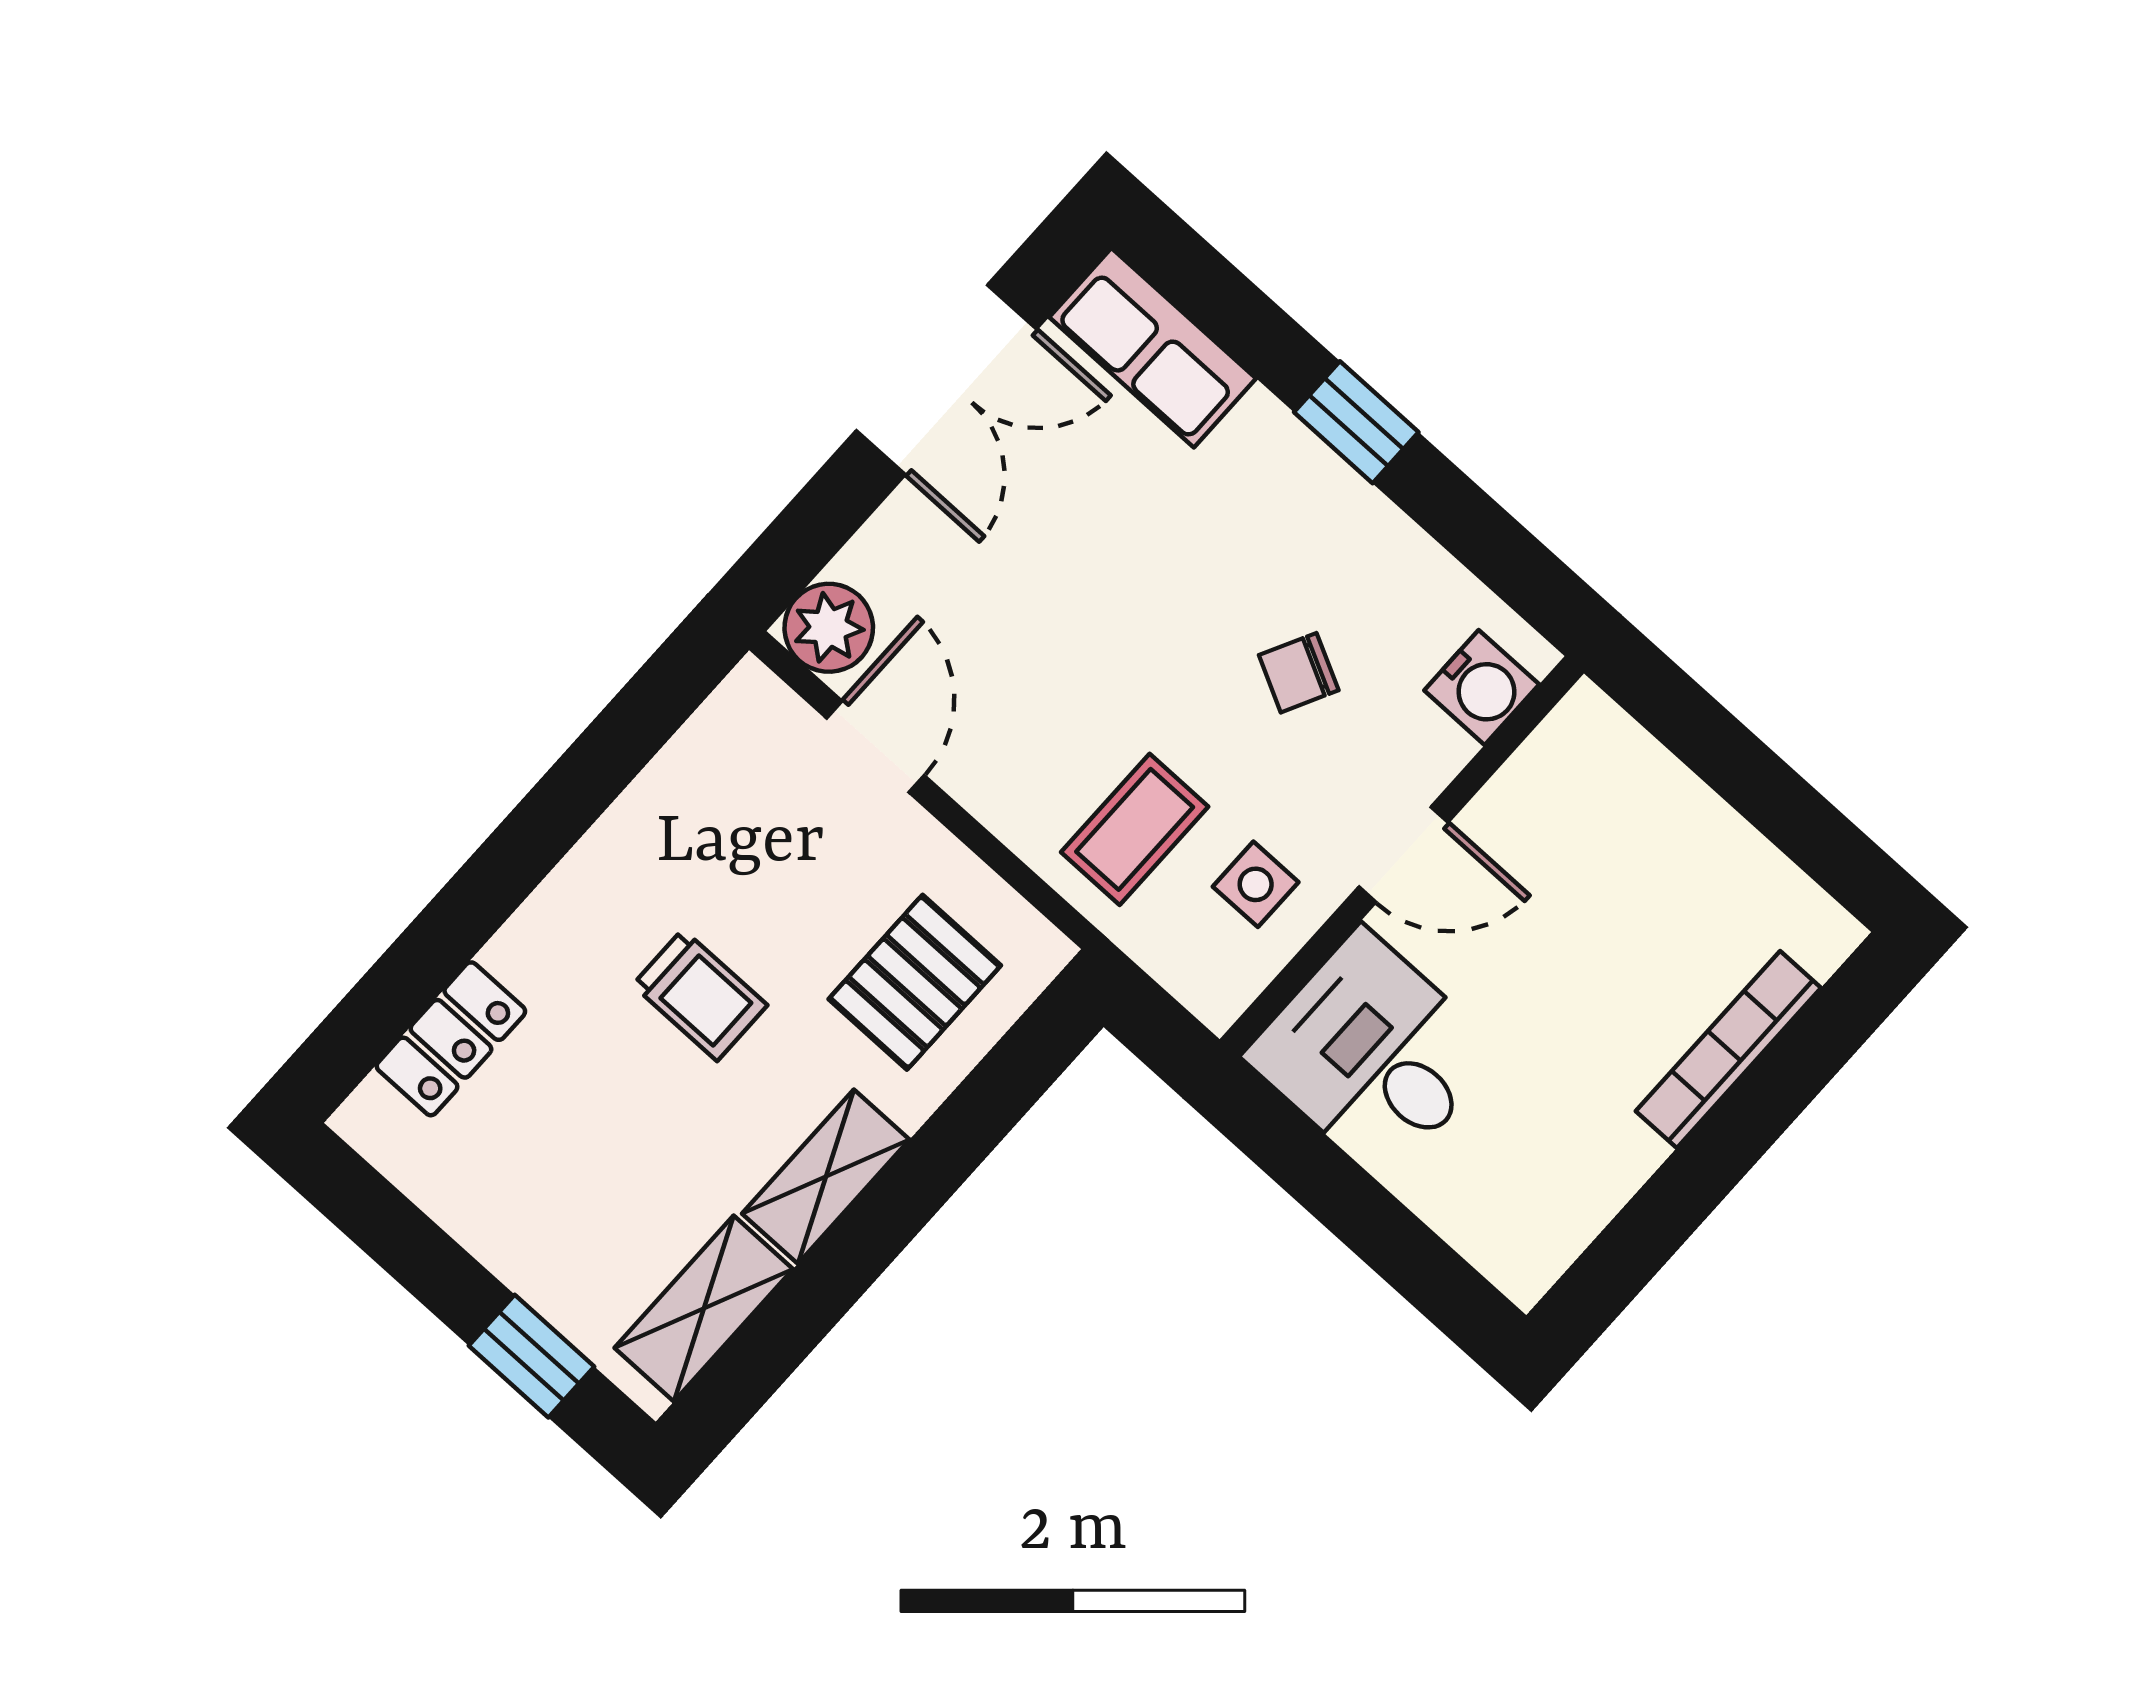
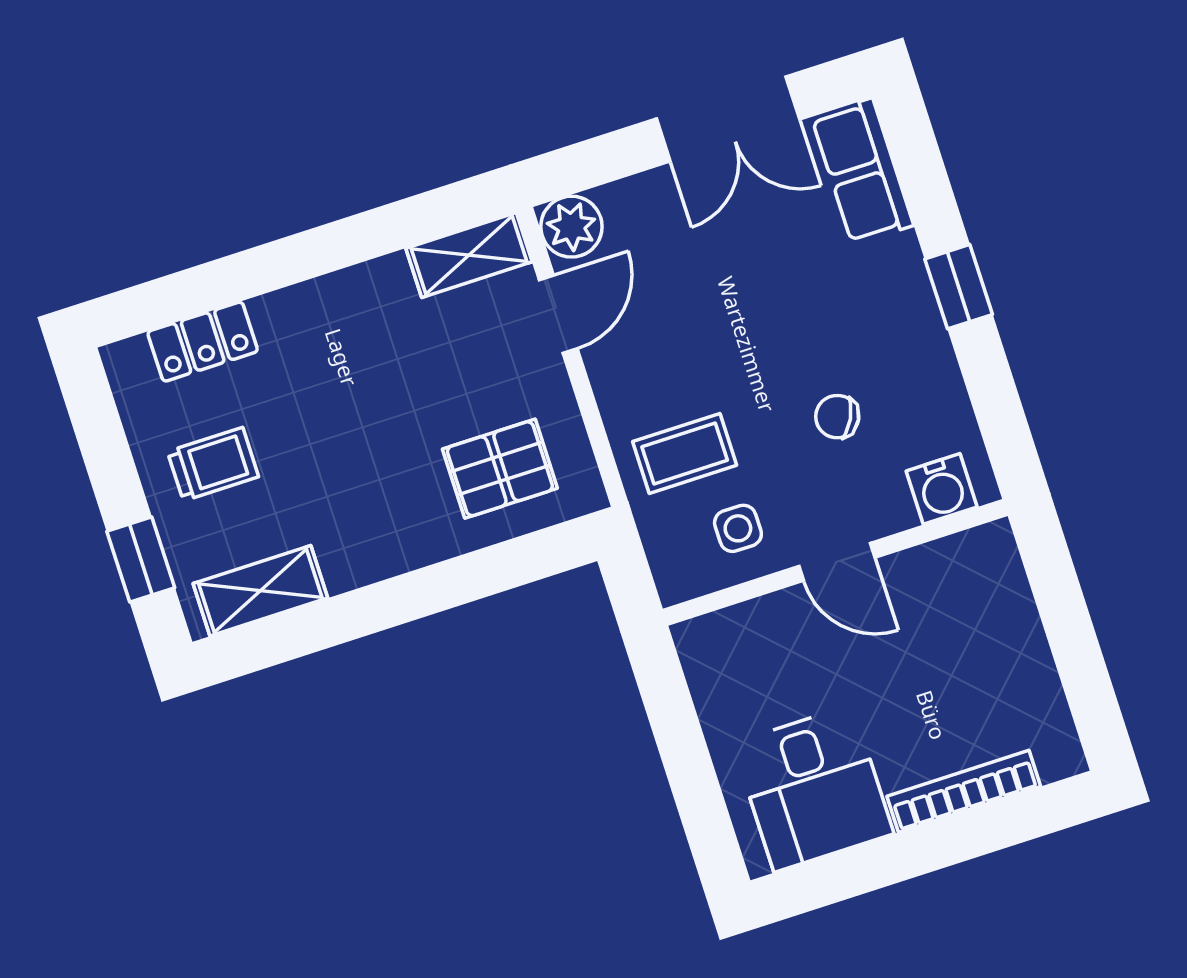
trolley: (700, 995) -> (213, 464), moved, turned -90
desk: (1373, 1055) -> (813, 789), moved, turned 180
shelving: (826, 1177) -> (469, 255), moved

